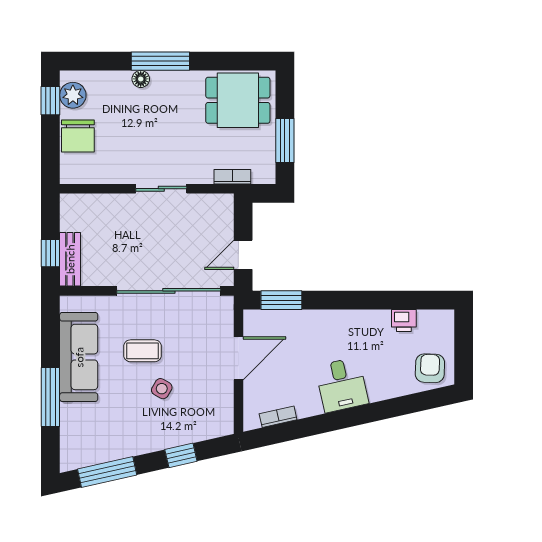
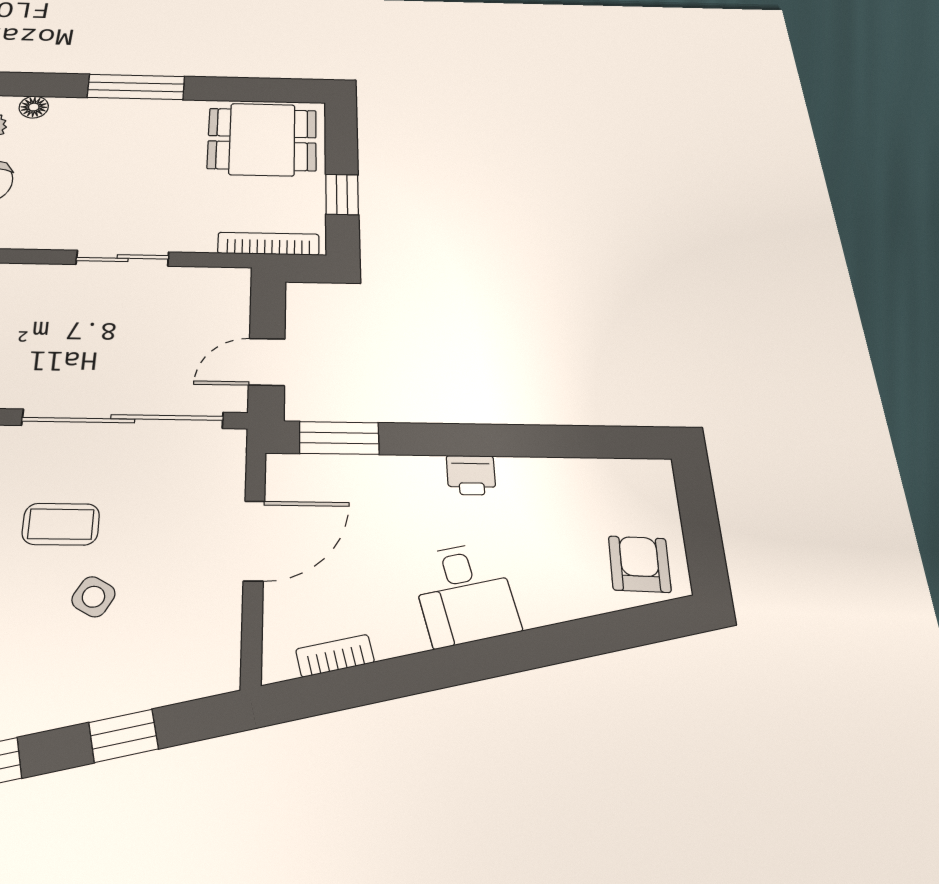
floor lamp: (141, 79) -> (34, 107), moved
window: (285, 140) -> (342, 194), width x0.67
bookcase: (232, 177) -> (268, 244), width x1.56
printer: (404, 321) -> (471, 475), moved

